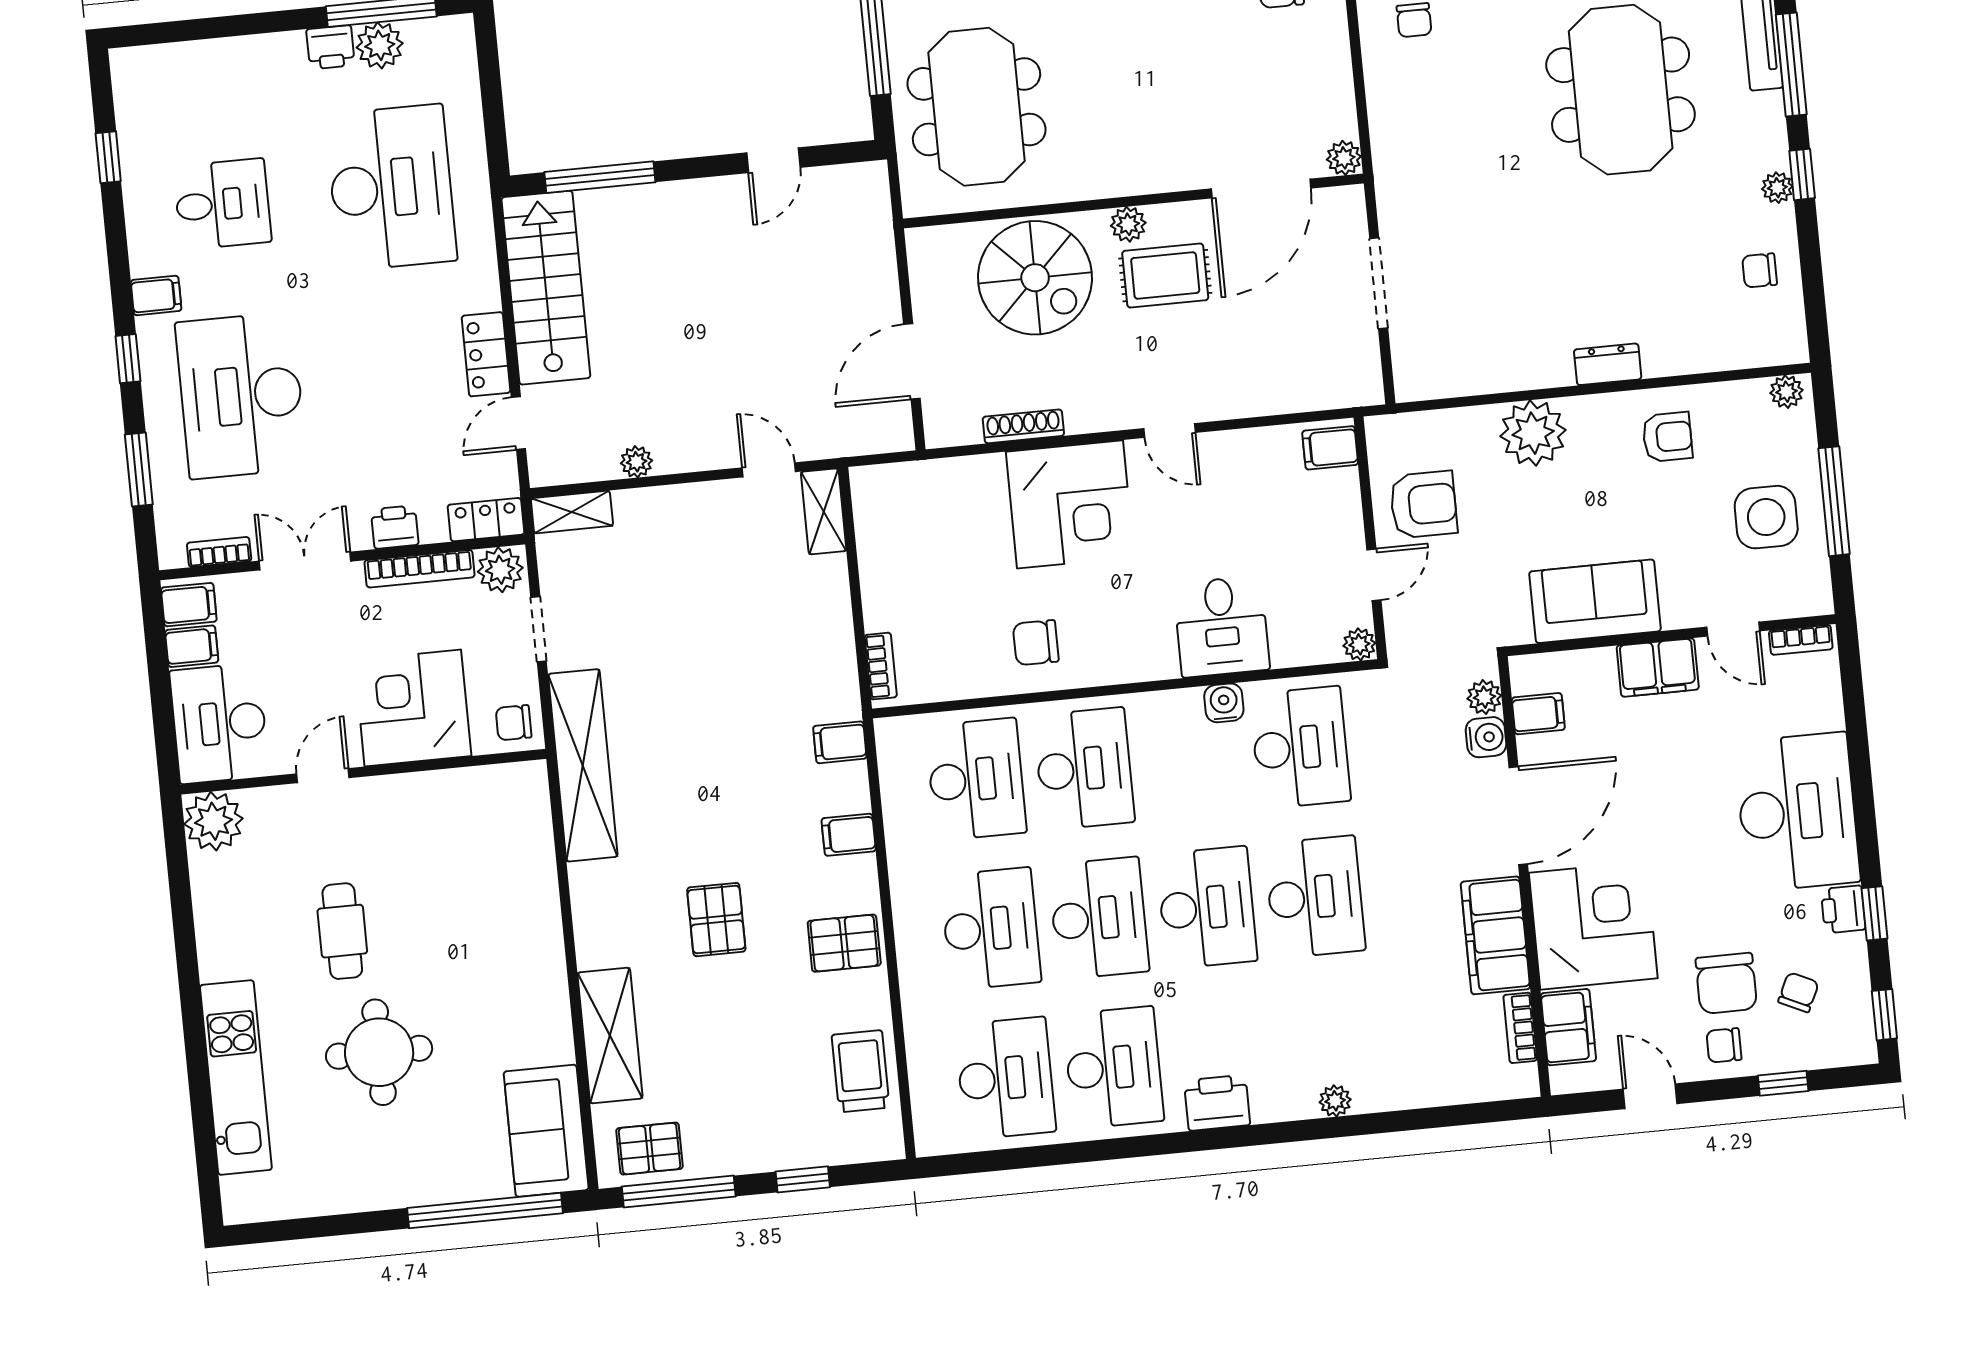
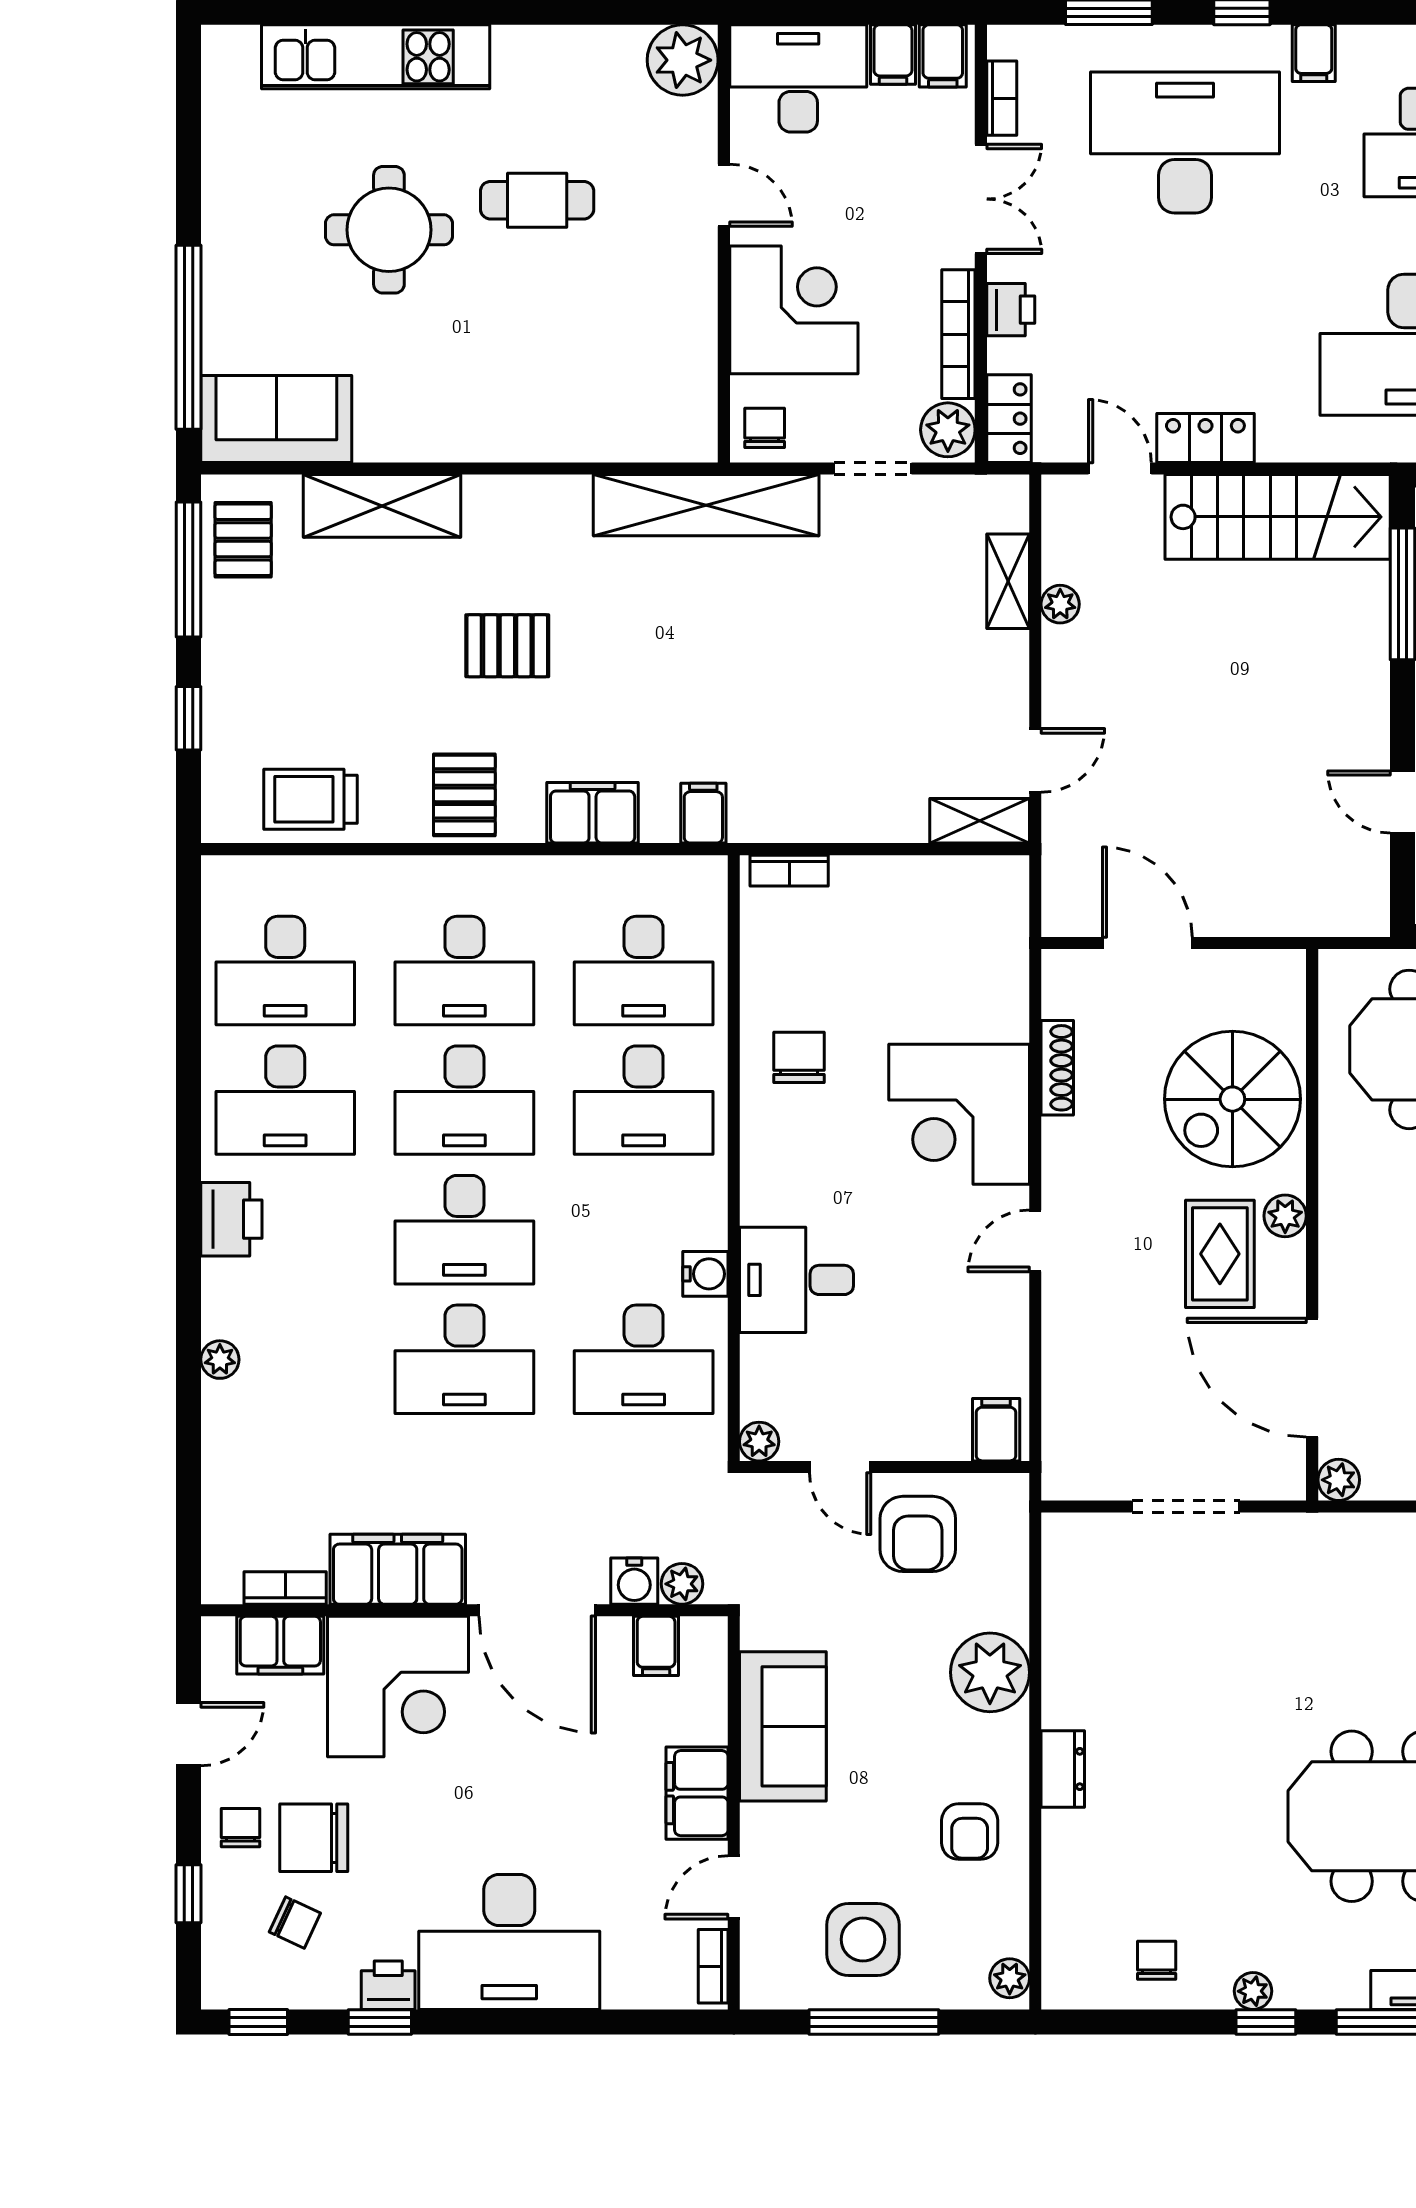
shelving: (572, 512) -> (1008, 581), moved
filing cabinet: (849, 835) -> (593, 813), width x2.00
trolley: (860, 1071) -> (310, 799), turned 180

